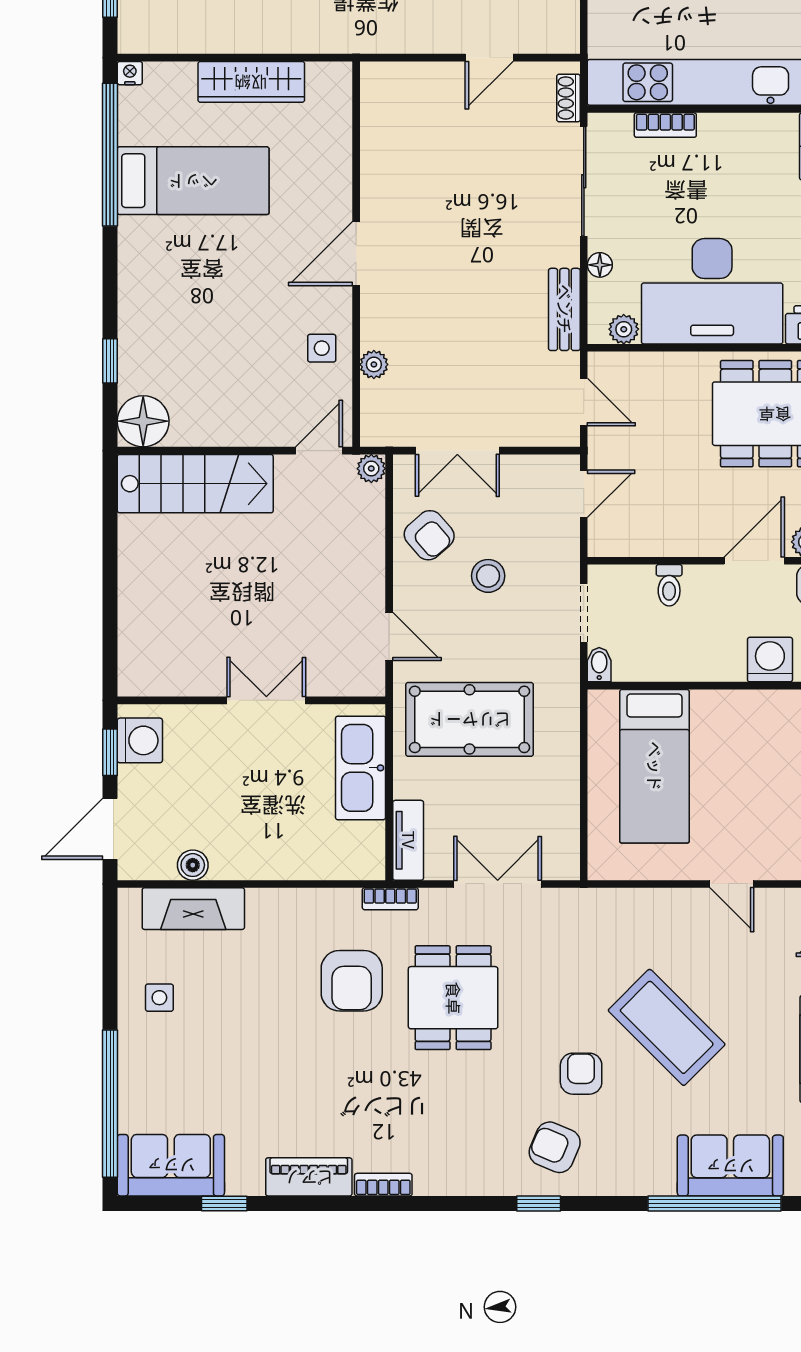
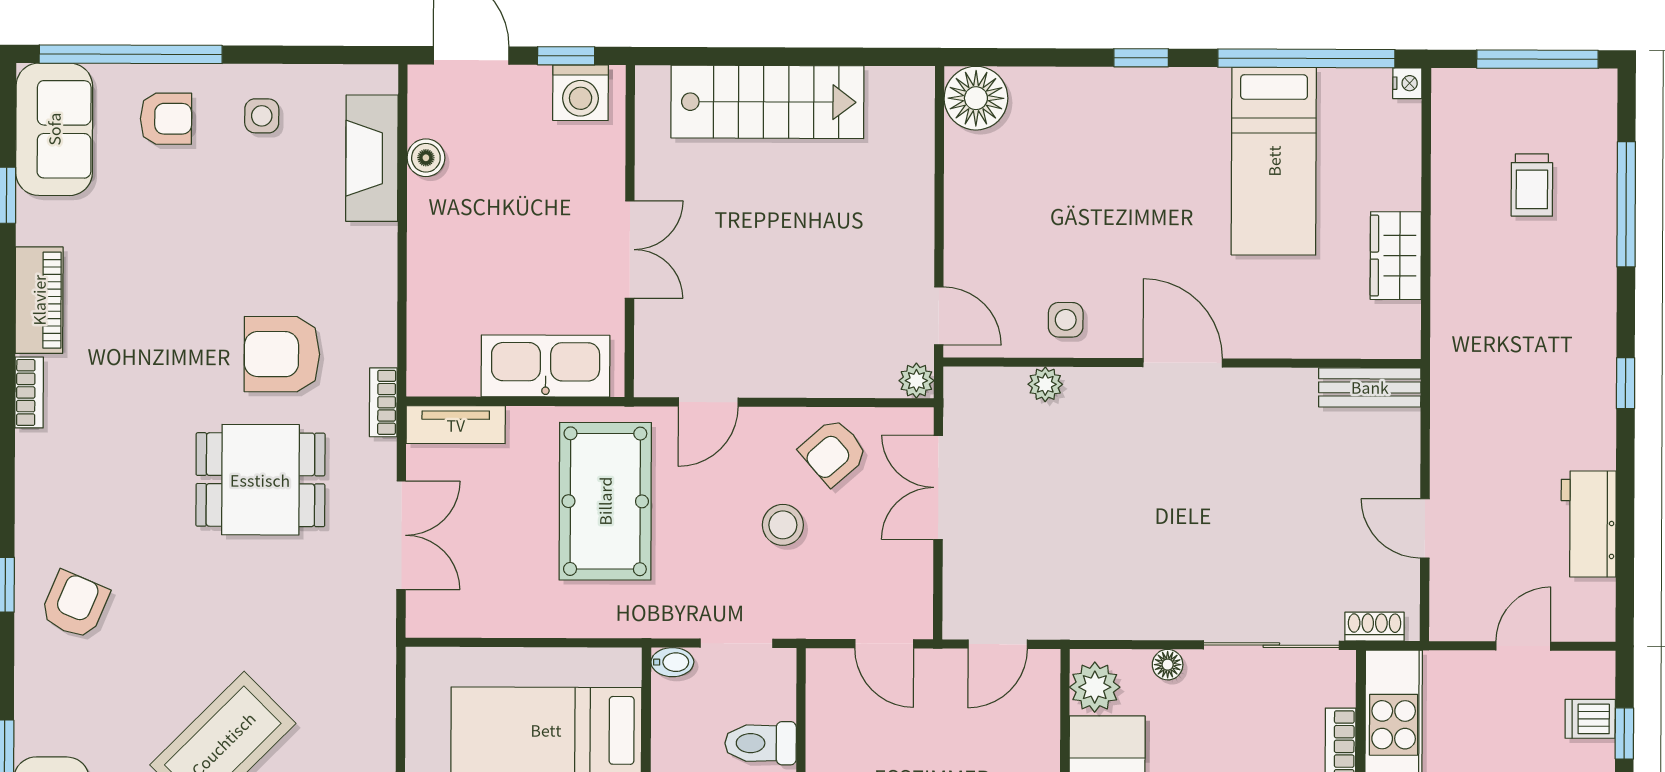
wardrobe: (251, 82) -> (1396, 256), width x0.67
bench: (564, 309) -> (1370, 387), moved
plant: (624, 329) -> (1095, 687), width x1.38, depth x1.38
window: (110, 361) -> (1141, 58), moved
stairs: (195, 484) -> (767, 102), moved, turned -90
toilet: (669, 585) -> (761, 743), width x1.37, depth x1.39
armchair: (581, 1074) -> (166, 119), moved

